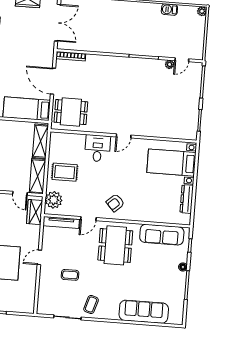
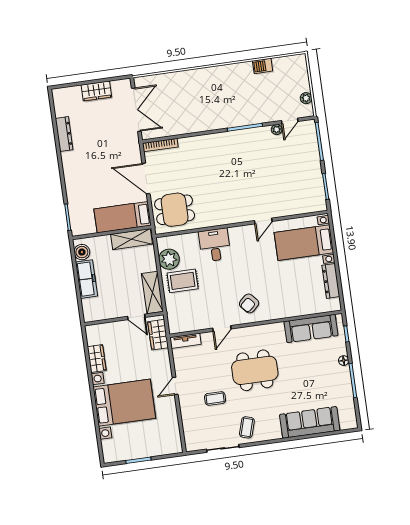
plant: (202, 11) -> (306, 98), moved
door: (124, 136) -> (263, 221), moved
shelving: (40, 141) -> (132, 239), moved, turned 90
plant: (54, 200) -> (169, 259), moved
tv unit: (61, 222) -> (185, 341), width x0.71
dining table: (115, 245) -> (255, 370), moved, turned 90

